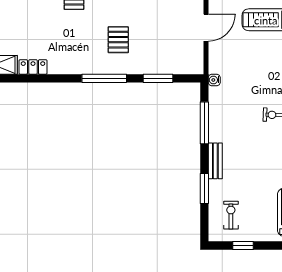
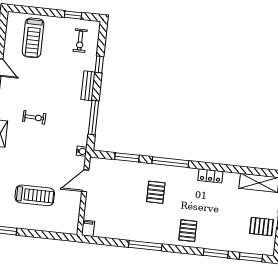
door: (206, 28) -> (85, 181), moved
locker: (33, 67) -> (210, 176), moved
window: (204, 188) -> (99, 64), width x0.67

